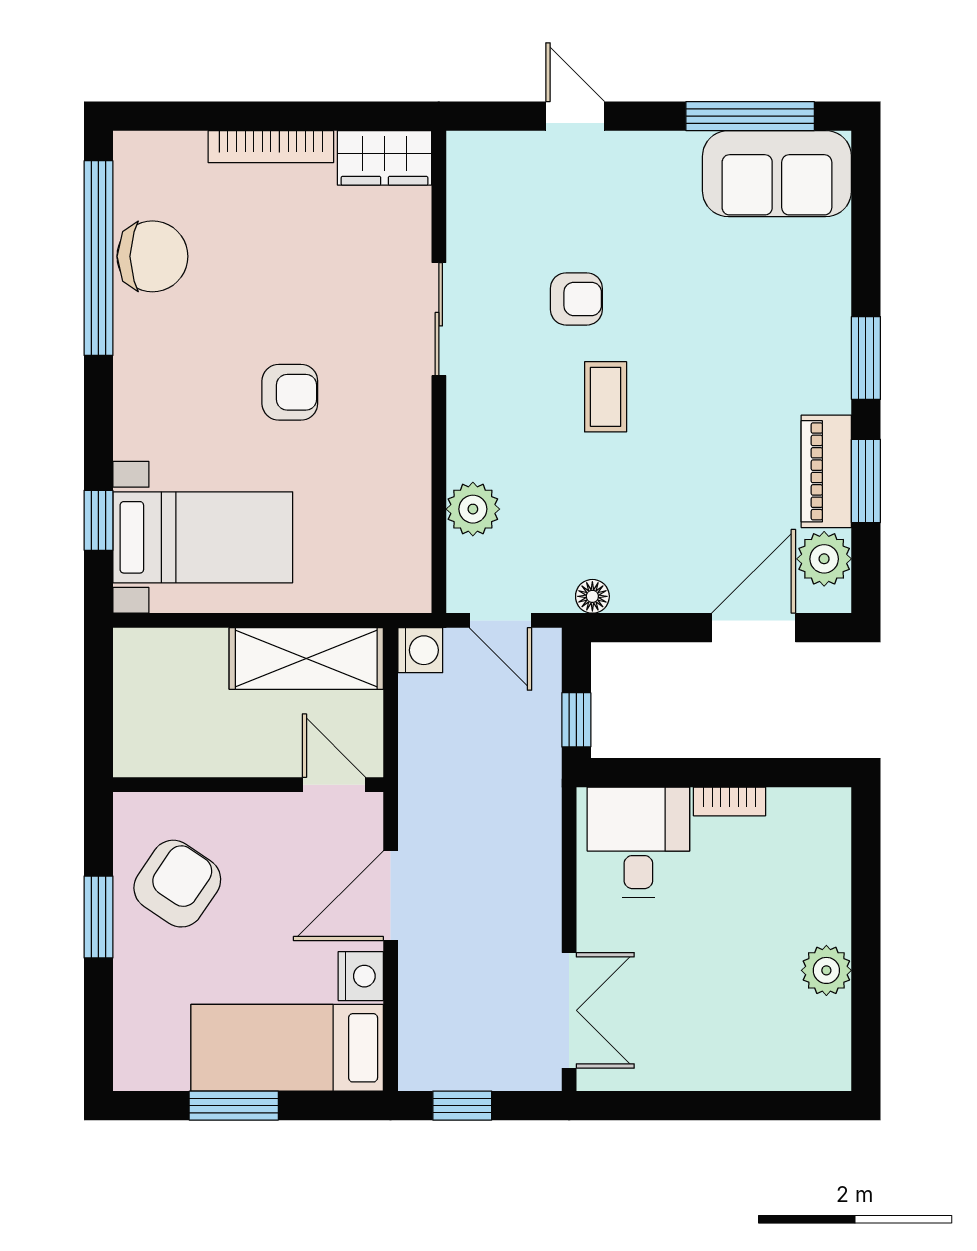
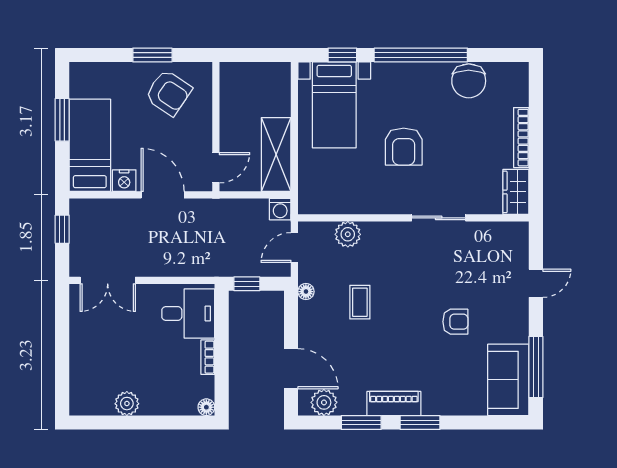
window: (98, 258) -> (421, 55), moved
armchair: (576, 299) -> (455, 322), moved, turned -90
armchair: (290, 392) -> (404, 147), width x1.38, depth x1.38
coffee table: (606, 397) -> (360, 302), moved, turned 90
piano: (826, 471) -> (394, 403), moved
floor lamp: (834, 804) -> (206, 407), added

